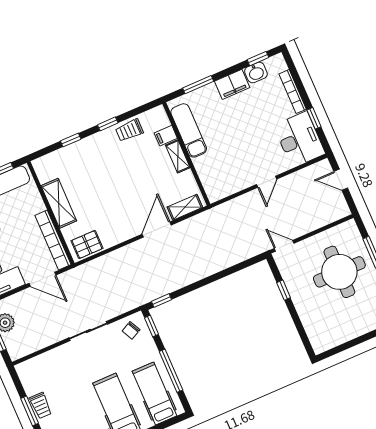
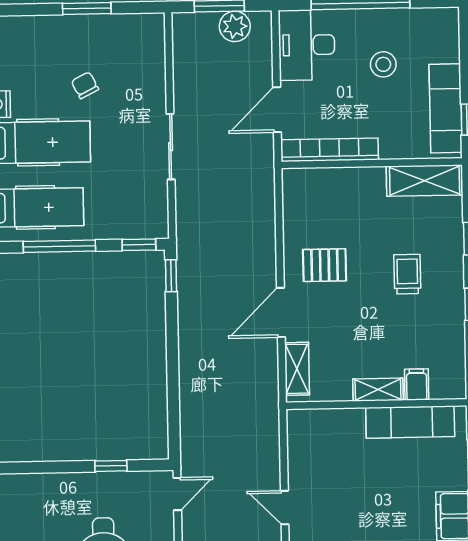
trolley: (129, 130) -> (407, 274), moved
shelving: (59, 203) -> (425, 181), moved
door: (157, 230) -> (281, 312), swing flipped
pallet: (87, 245) -> (325, 265), moved, turned 90
chair: (131, 330) -> (85, 85), moved
trolley: (41, 405) -> (88, 28), removed

